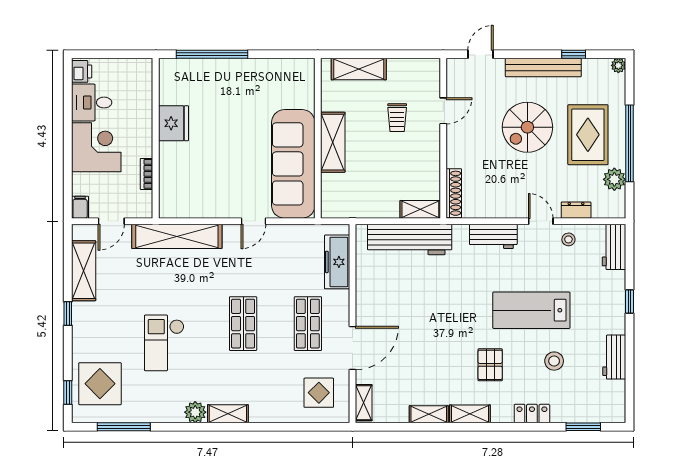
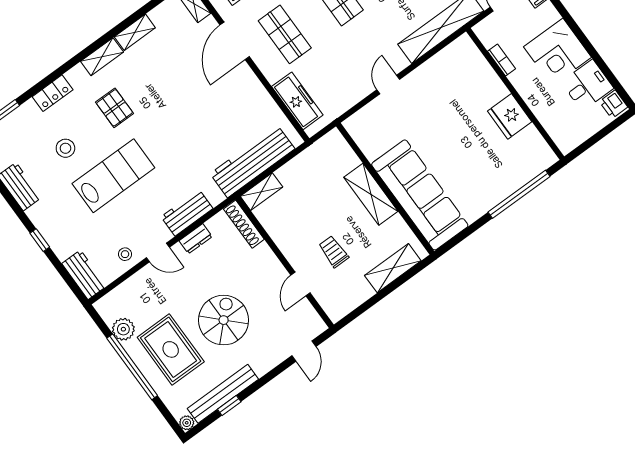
bench: (543, 68) -> (223, 394), moved
sofa: (293, 164) -> (420, 195), moved
dresser: (576, 210) -> (196, 239), moved

